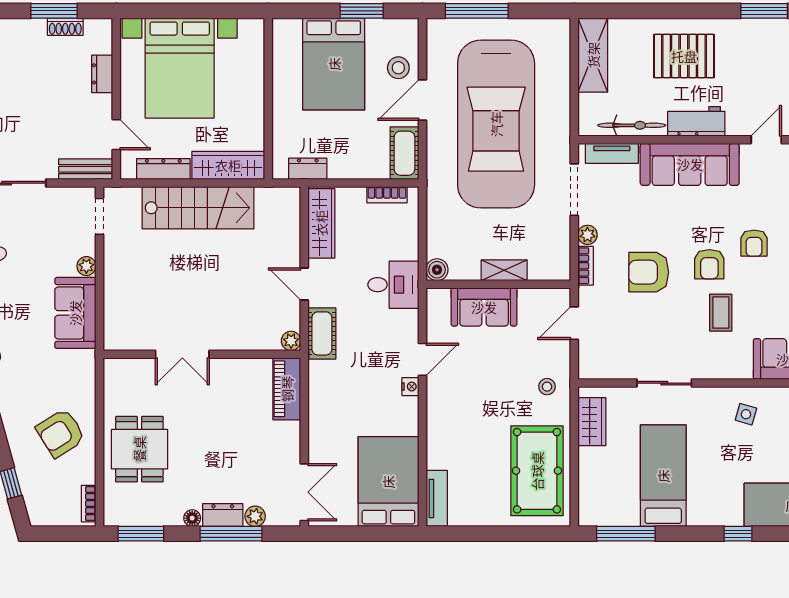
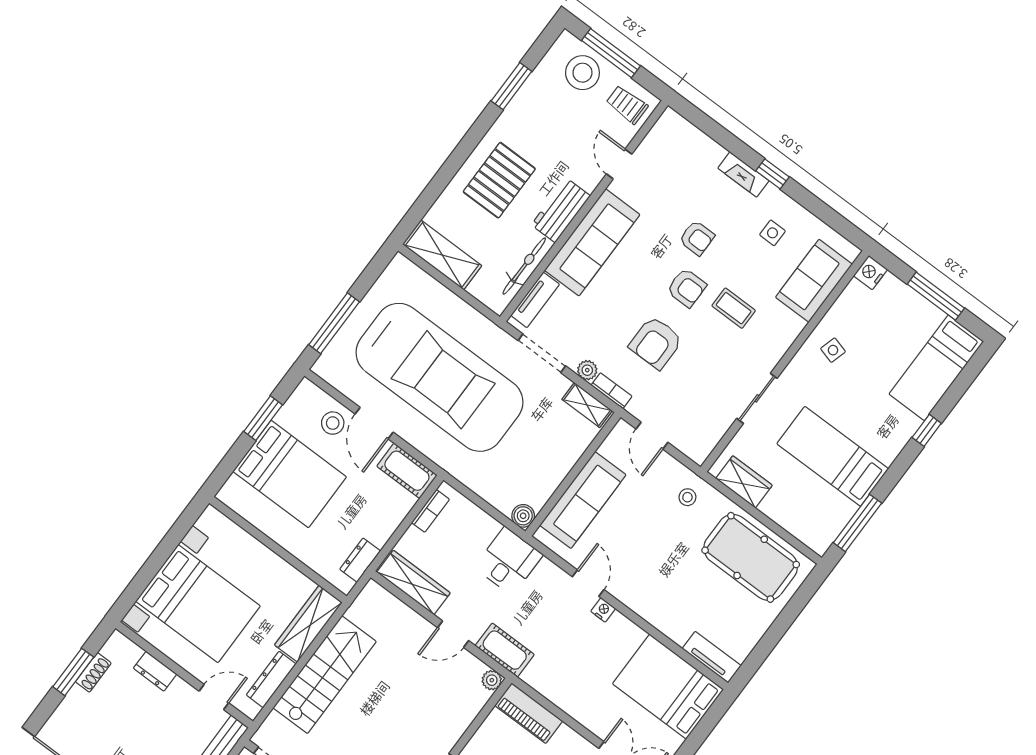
shelving: (504, 270) -> (587, 405), moved, turned 90
sofa: (484, 307) -> (583, 500), width x1.36

